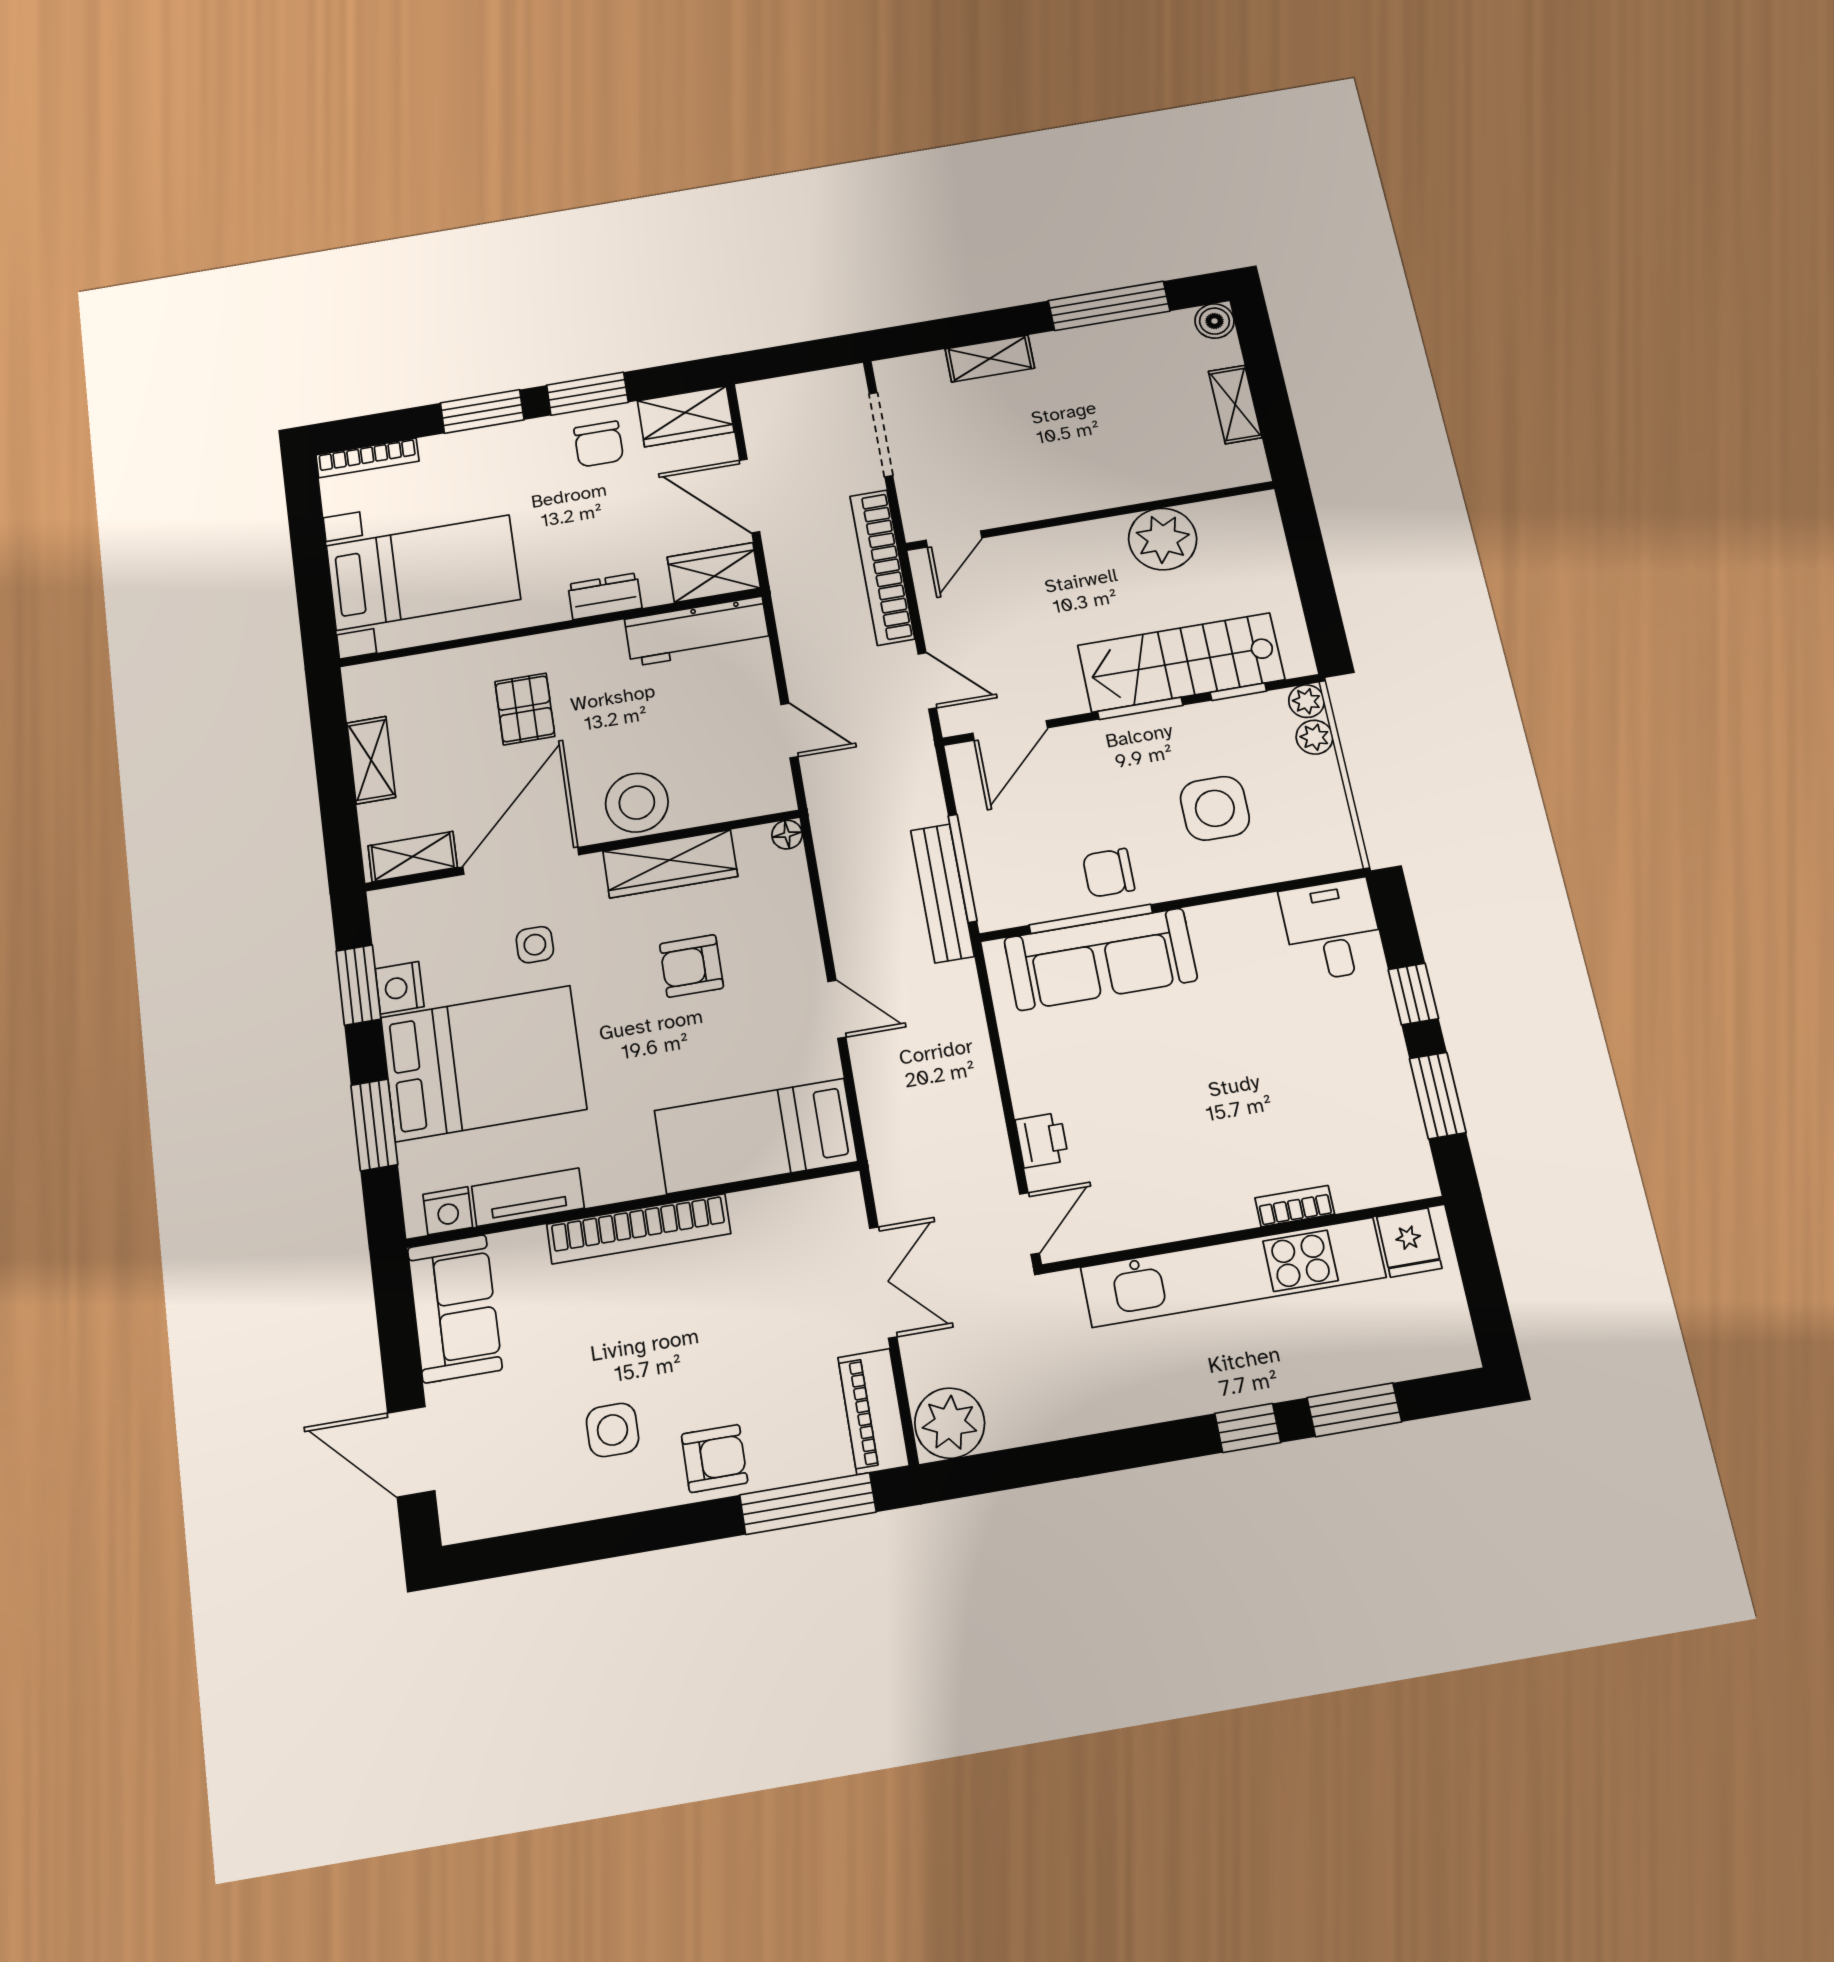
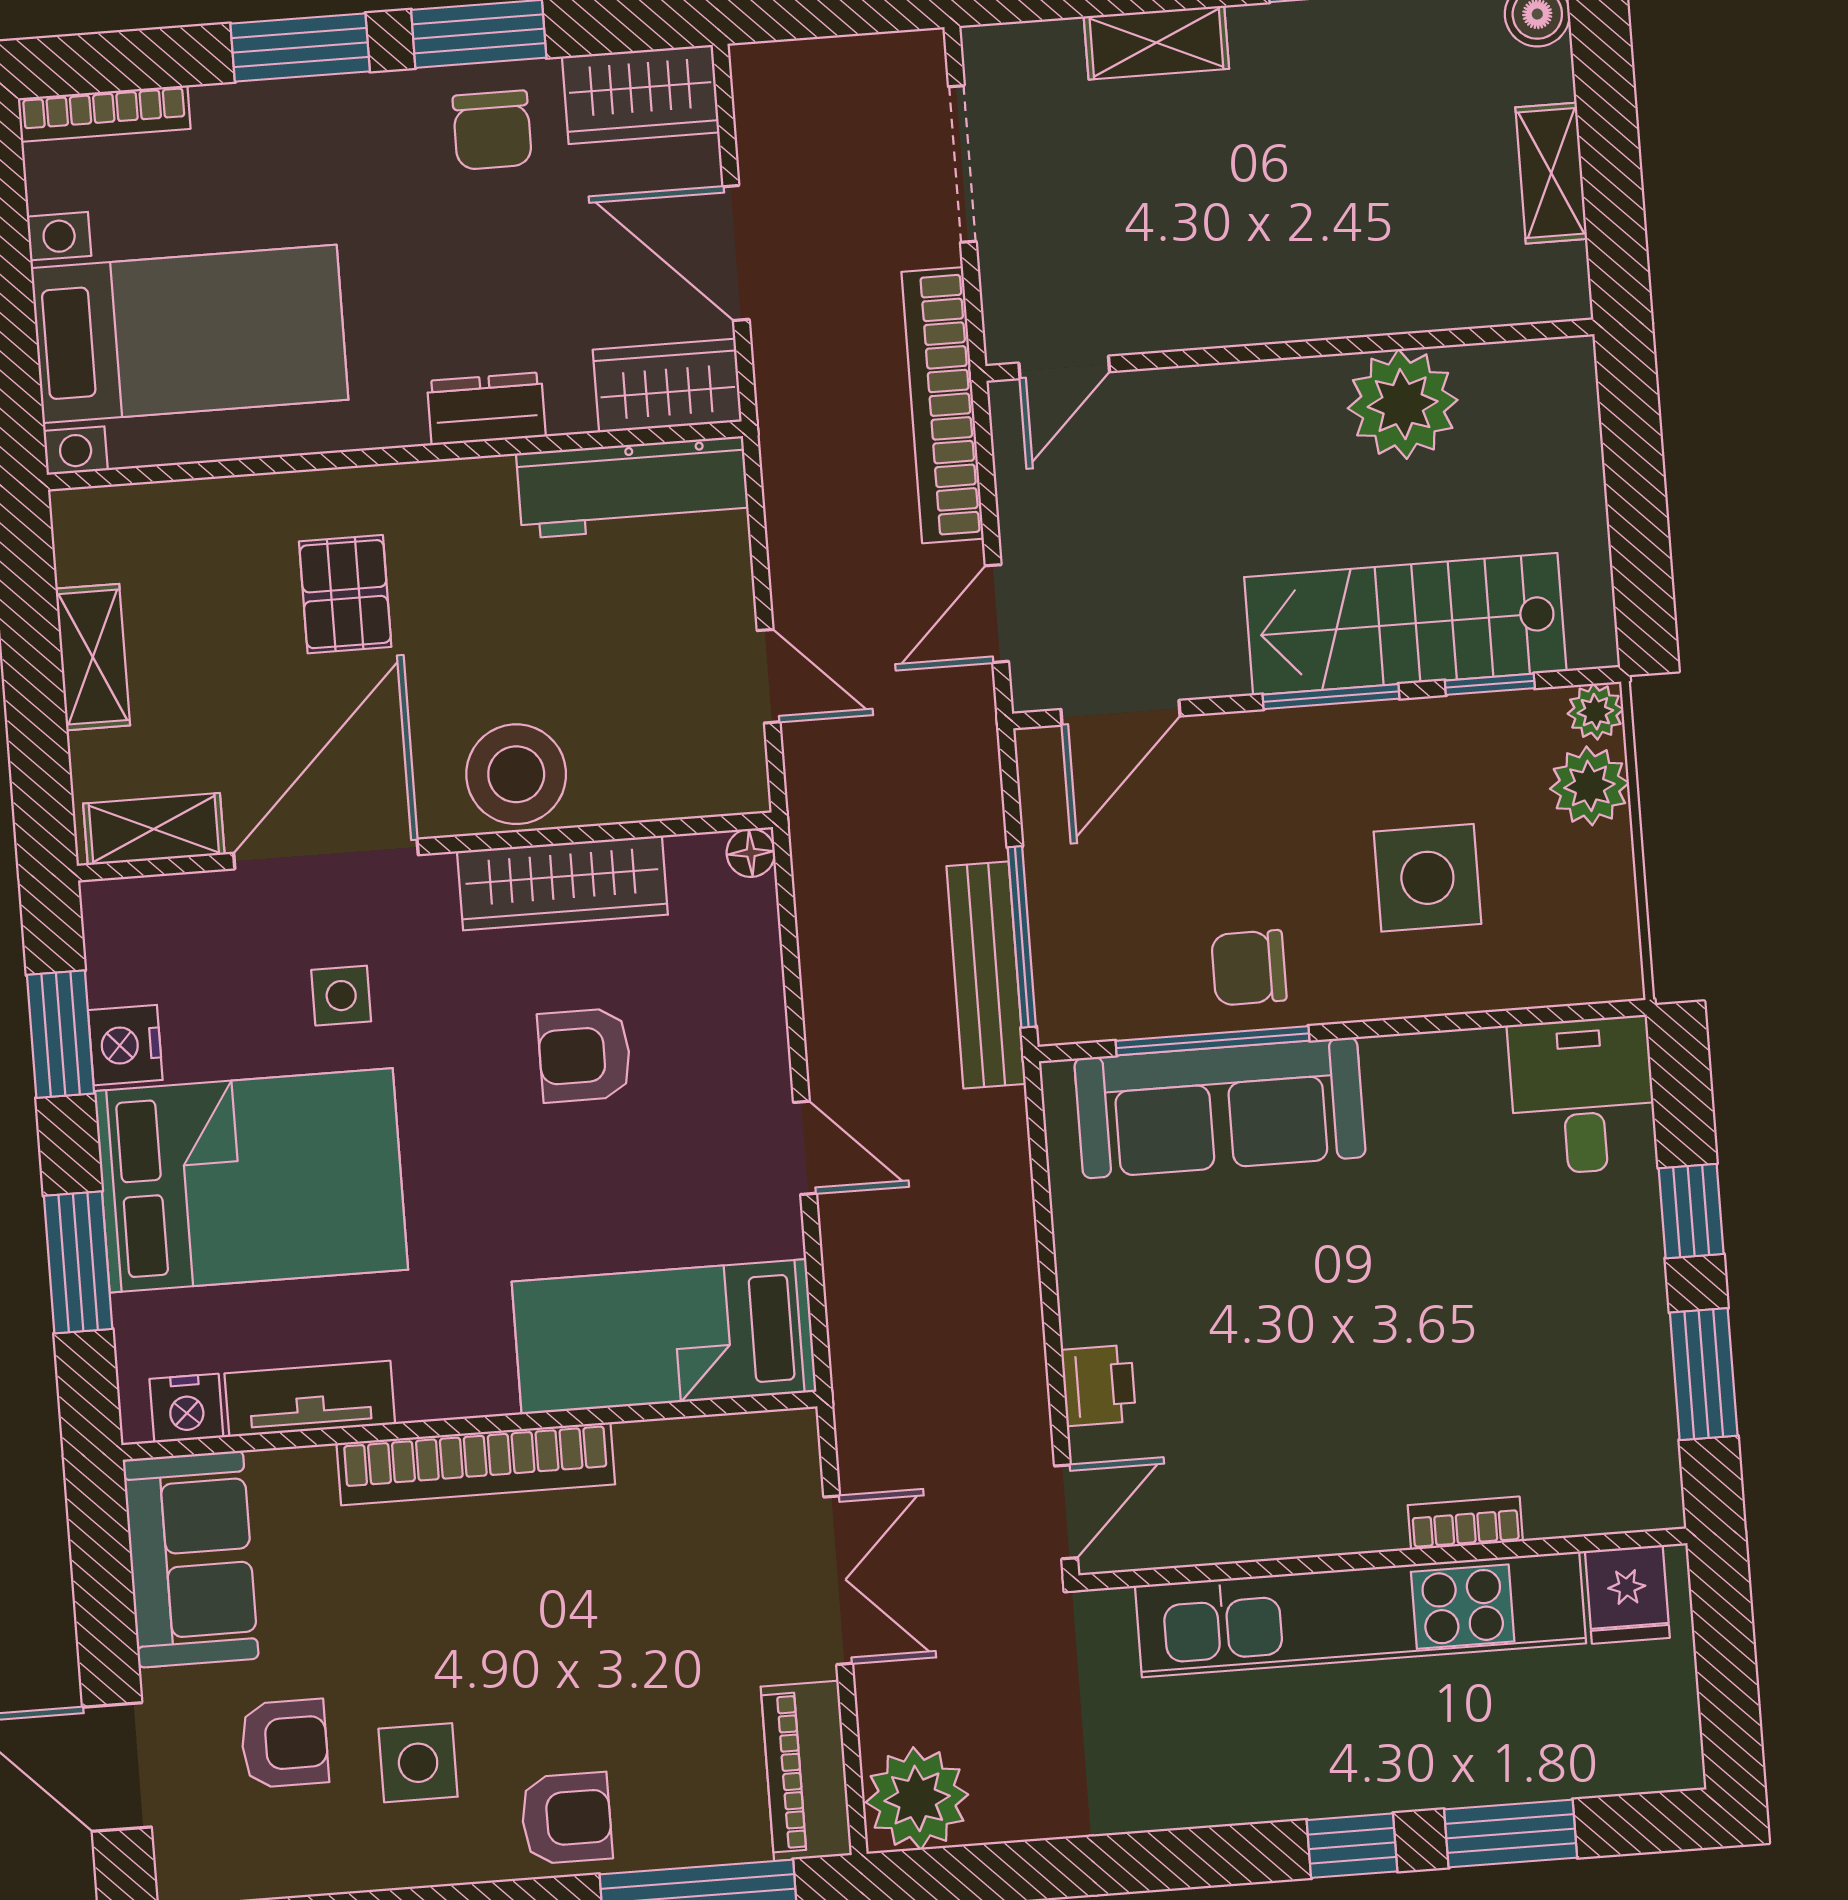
door: (927, 681) -> (997, 614), swing flipped
plant: (1314, 737) -> (1589, 786), width x1.38, depth x1.38
armchair: (522, 1425) -> (284, 1743), added

